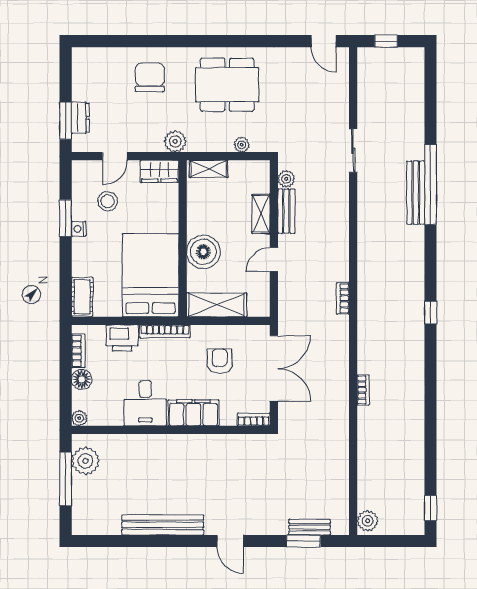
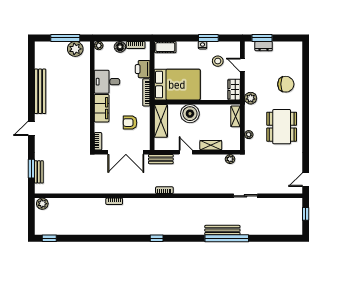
bench: (286, 211) -> (161, 159), moved
armchair: (220, 361) -> (130, 123), turned 180

